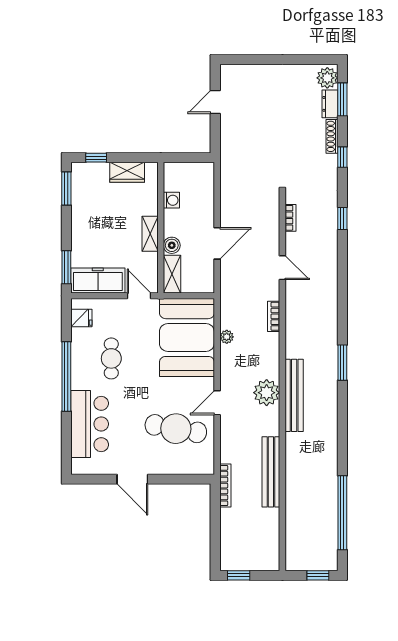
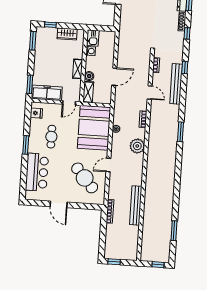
kitchen sink: (174, 176) -> (93, 38), added
door: (139, 296) -> (69, 103), swing flipped
window: (342, 363) -> (180, 132), moved
window: (66, 377) -> (26, 145), width x0.47
plant: (267, 393) -> (137, 146), moved
bench: (294, 395) -> (176, 84), moved
cafe table: (176, 429) -> (85, 178), turned 39
window: (342, 513) -> (174, 231), width x0.47

